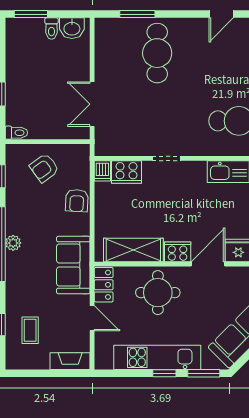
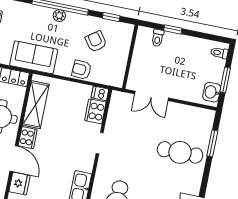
window: (31, 14) -> (225, 80), moved
toilet: (52, 28) -> (219, 53), moved
double door: (92, 104) -> (152, 96), swing flipped
toilet: (16, 133) -> (158, 38), moved
armchair: (44, 168) -> (96, 41), moved

